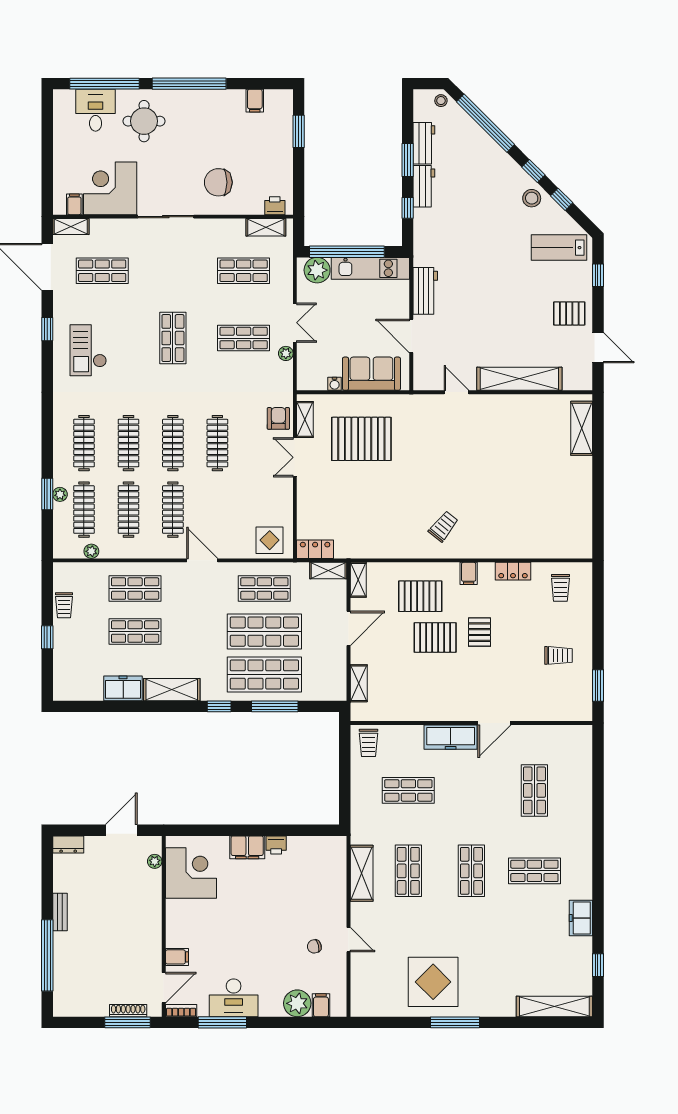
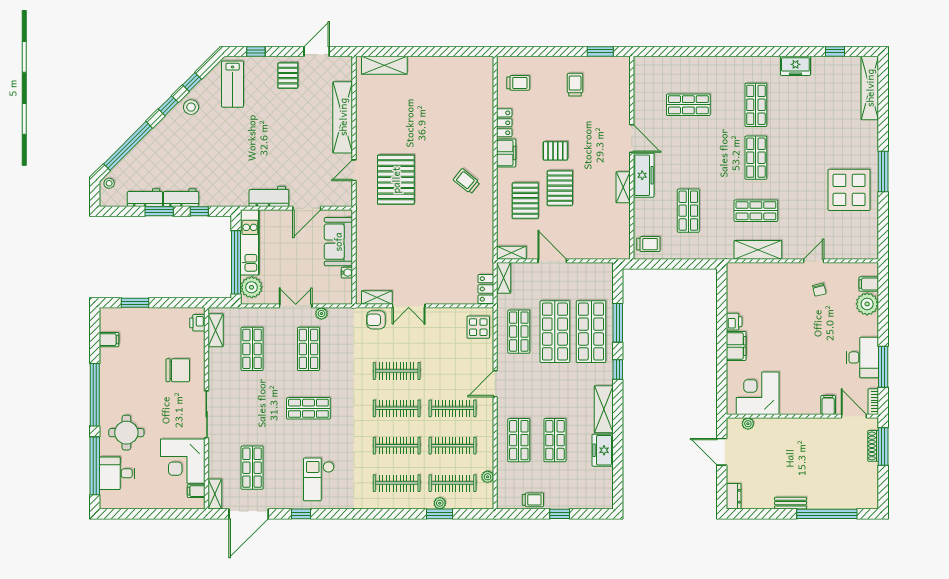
chair: (218, 182) -> (178, 370), turned -90
checkout: (88, 350) -> (319, 479), turned 90
pallet: (361, 439) -> (396, 180), moved
filing cabinet: (469, 573) -> (506, 153), width x2.00
shelving: (359, 683) -> (623, 187), moved, turned 90
shop shelf: (471, 871) -> (756, 158), turned 90

